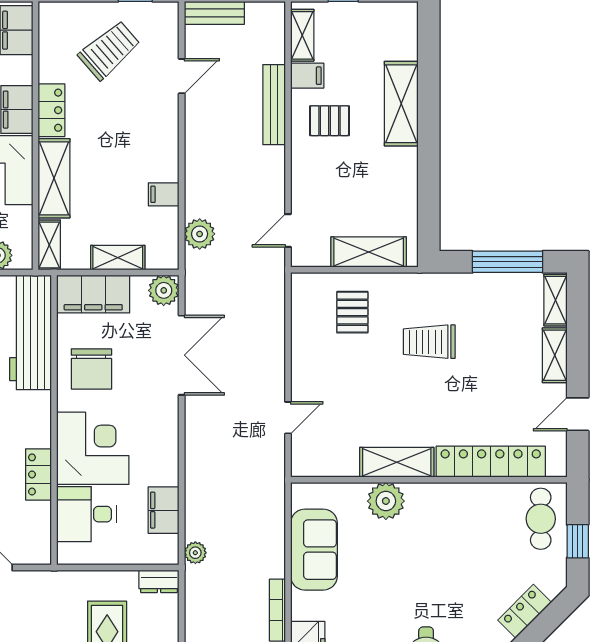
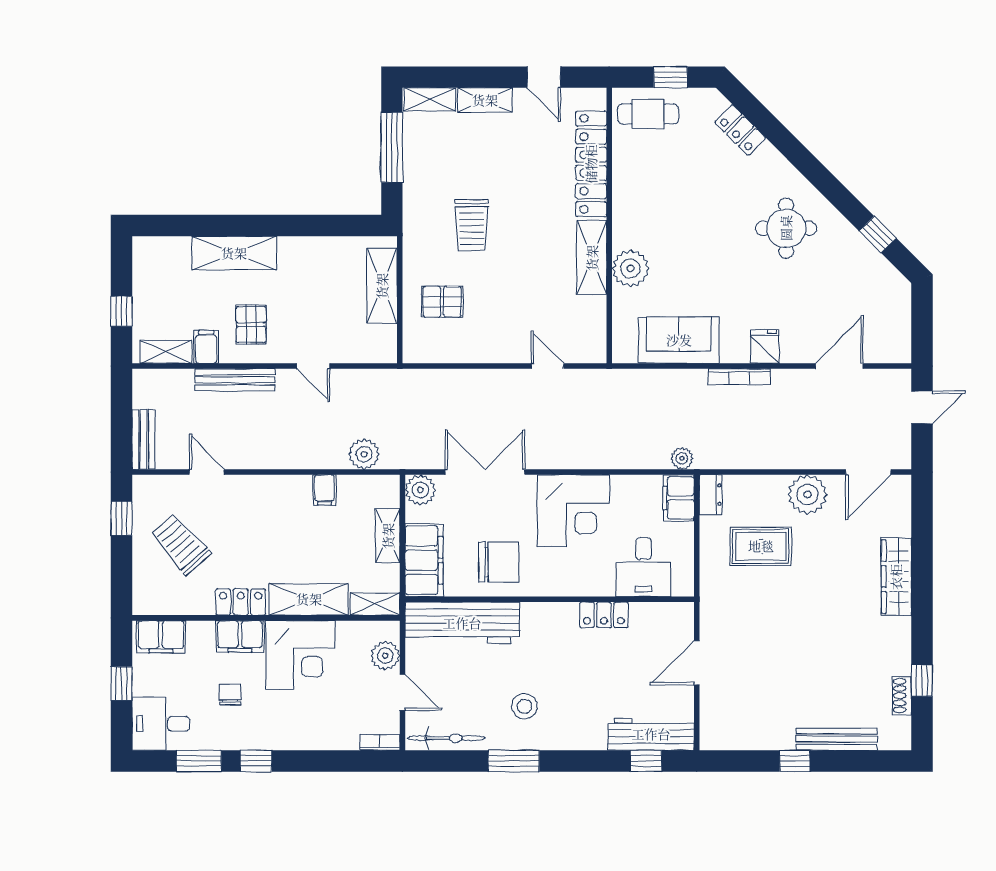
door: (288, 230) -> (313, 366), moved
corner desk: (93, 448) -> (573, 511), moved, turned 180
filing cabinet: (164, 510) -> (679, 498), moved, turned 90

